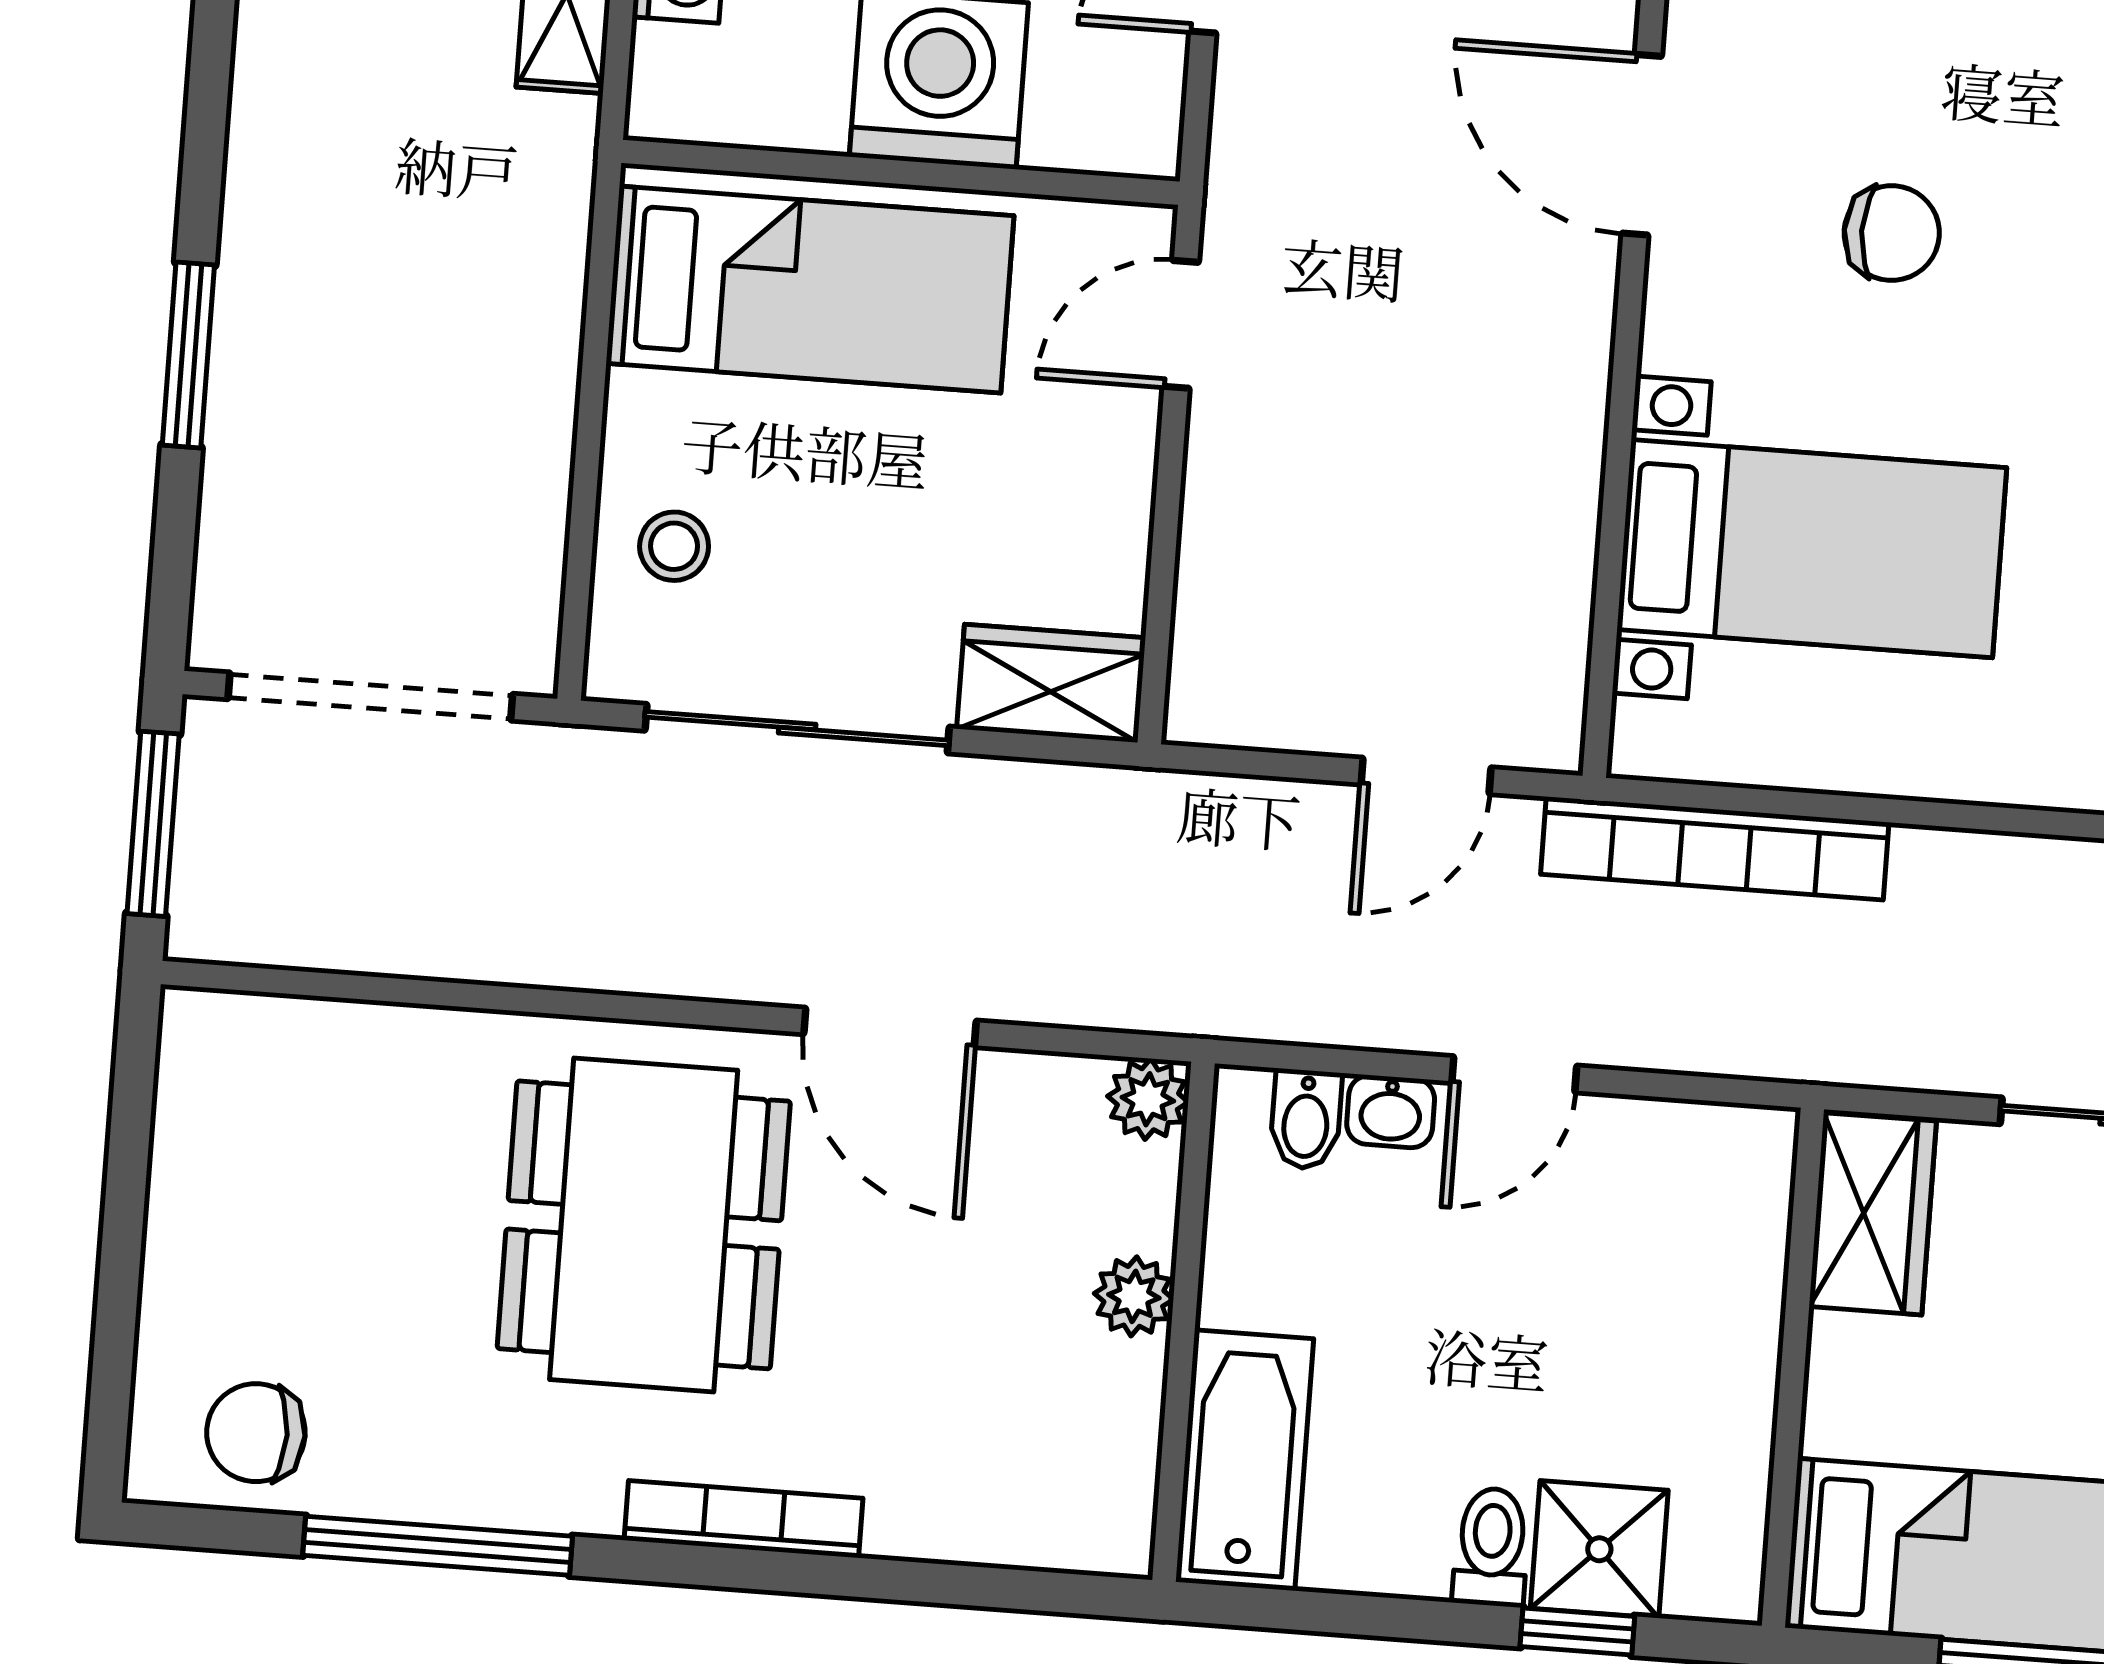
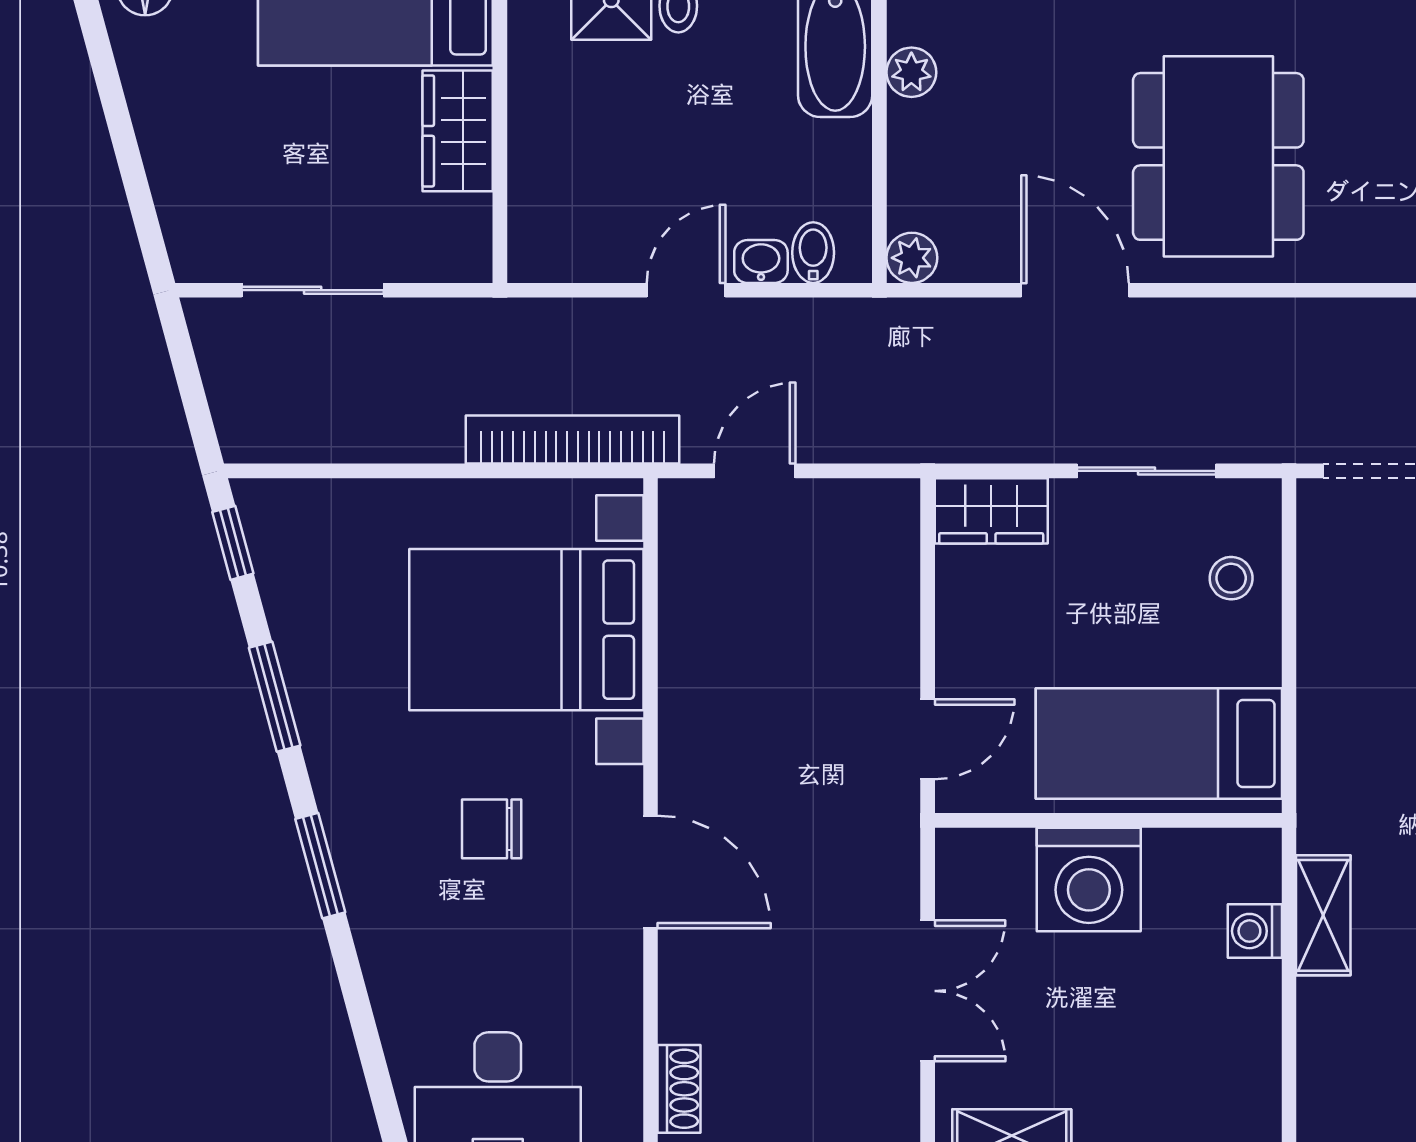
bed with nightstands: (1812, 549) -> (526, 630), width x1.36
sliding door: (797, 729) -> (1146, 471), width x0.73
wardrobe: (1873, 1214) -> (458, 131), moved
plant: (1134, 1296) -> (911, 72), moved

